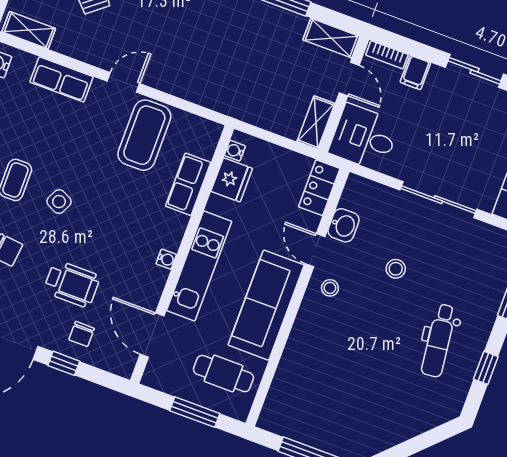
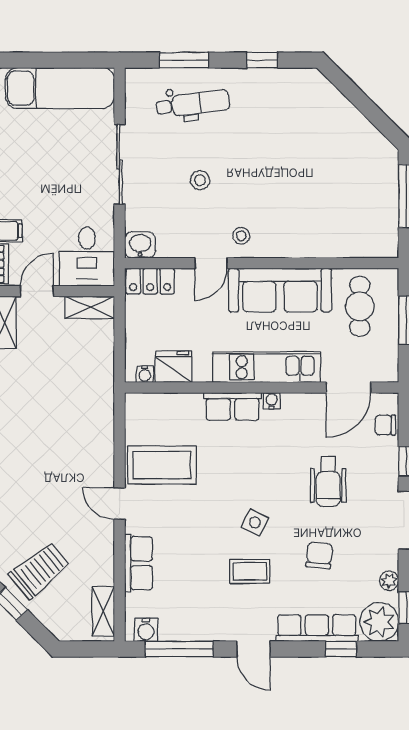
row of seats: (188, 184) -> (233, 406), moved
washbasin: (344, 225) -> (140, 245), moved
wheelchair: (72, 284) -> (328, 481), turned 180
chair: (82, 334) -> (385, 425), moved, turned 180
dental chair: (439, 340) -> (193, 104), moved

